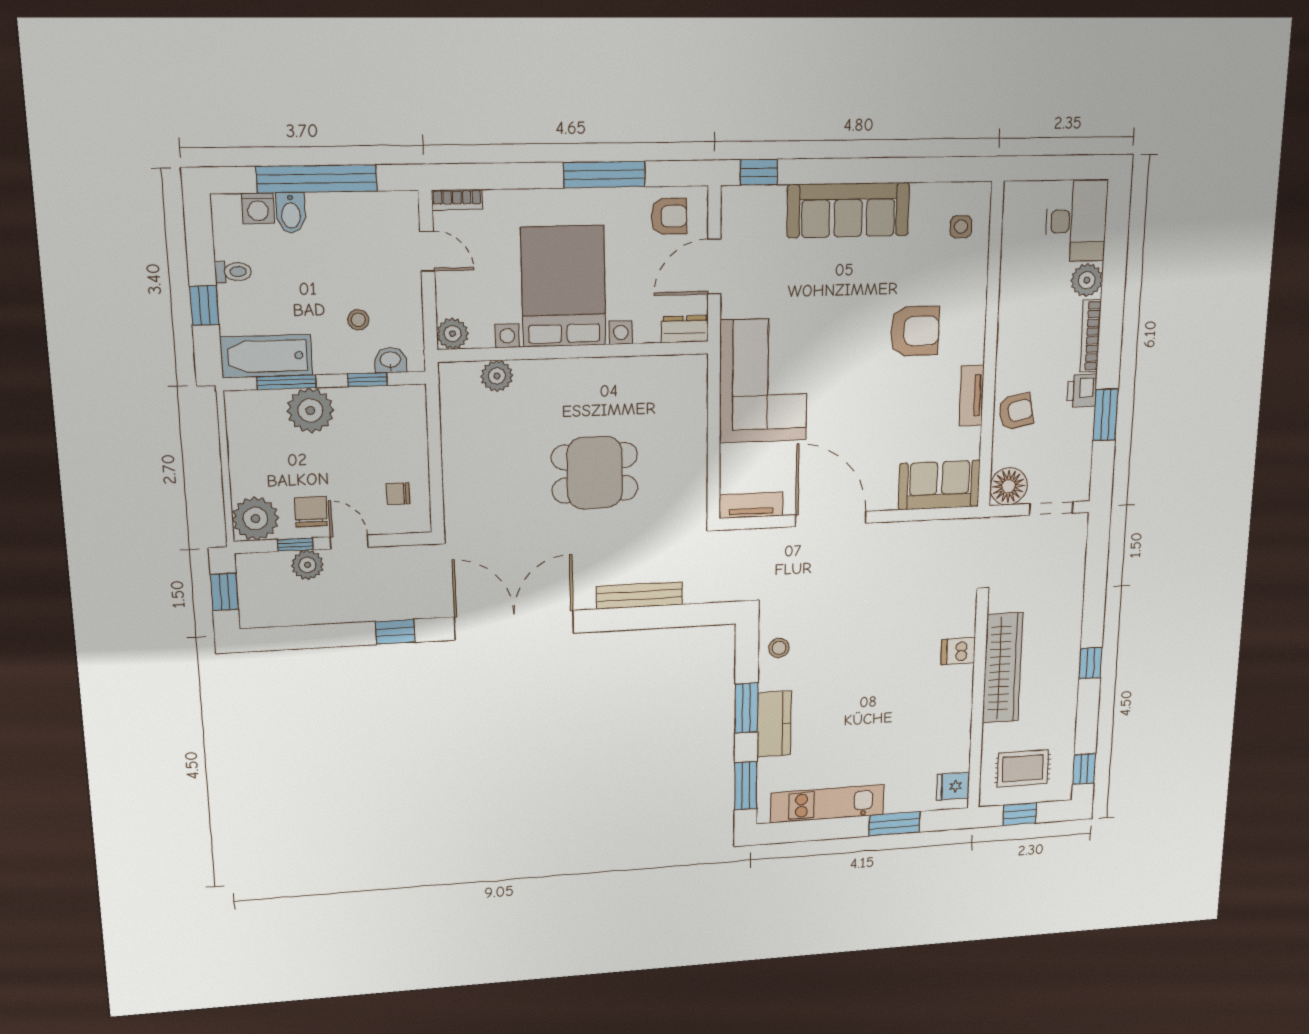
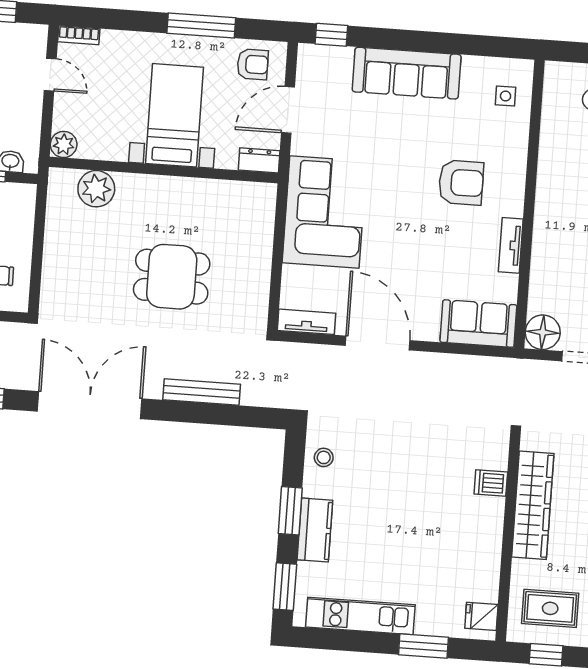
bed with nightstands: (563, 286) -> (175, 115), width x0.73
plant: (497, 376) -> (96, 189), width x1.36, depth x1.36
armchair: (1016, 412) -> (551, 264), removed

